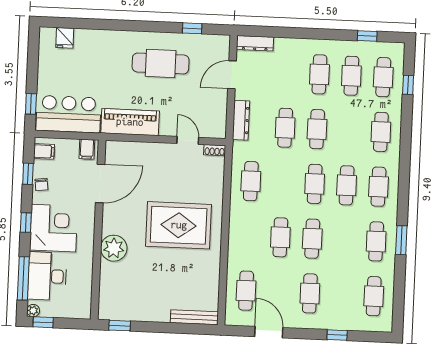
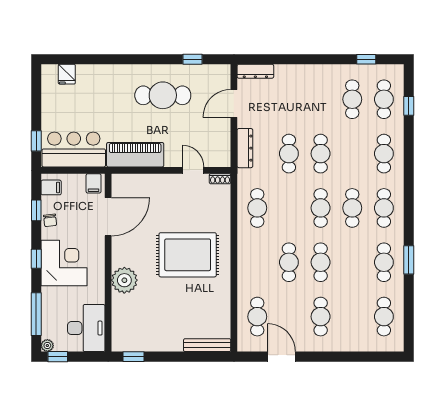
cafe table: (319, 74) -> (321, 99), removed
desk: (47, 276) -> (86, 328), moved, turned 180
window: (337, 335) -> (349, 357), removed

